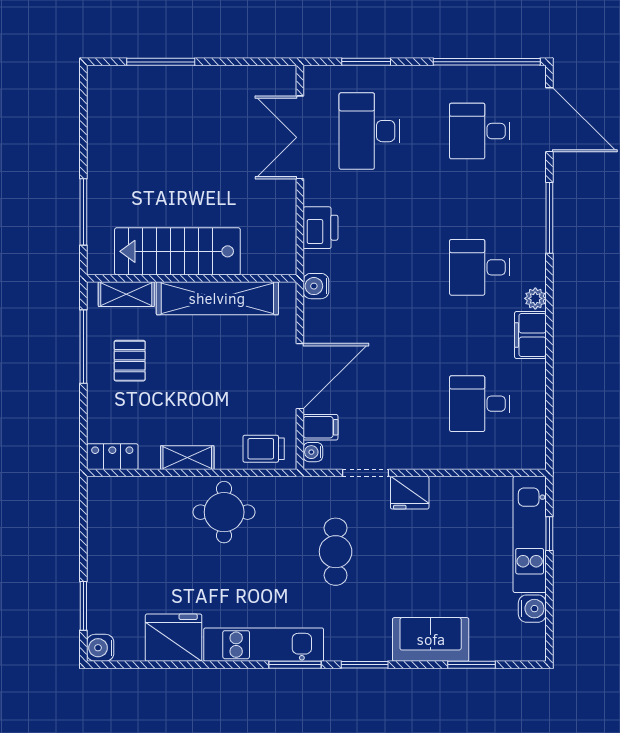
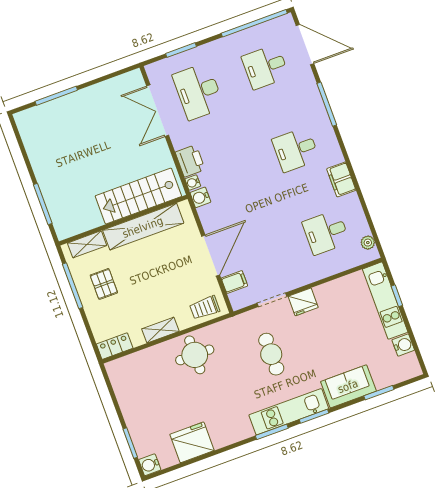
stairs: (177, 251) -> (138, 196), moved
plant: (535, 298) -> (368, 243), moved
water cooler: (313, 452) -> (193, 183), moved
kitchen unit: (264, 645) -> (289, 412), moved

